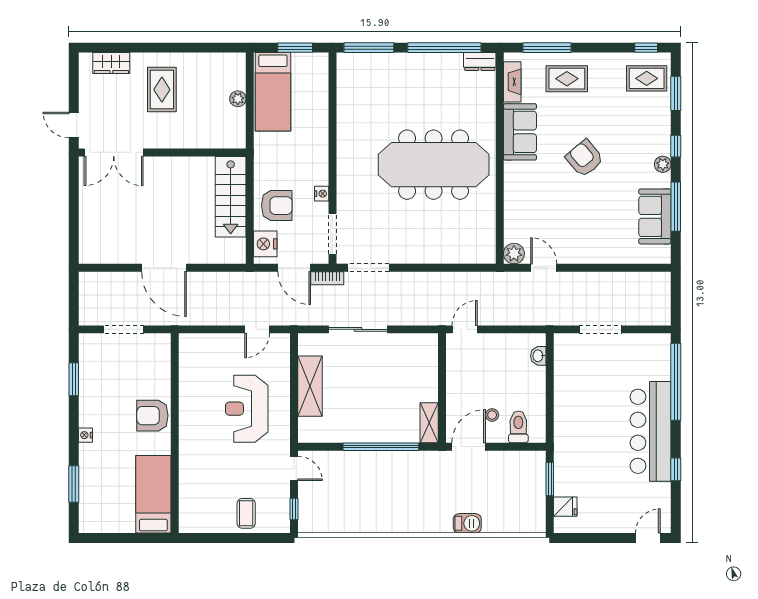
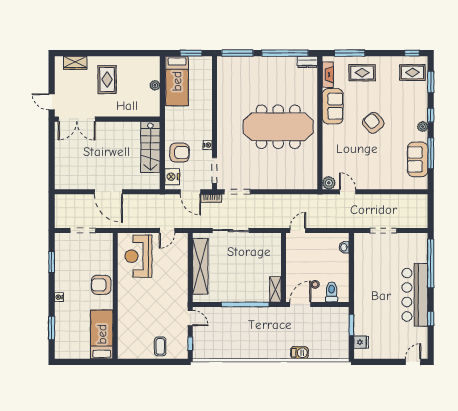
shelving: (310, 386) -> (200, 266), width x1.47
reception desk: (247, 409) -> (138, 256), moved

